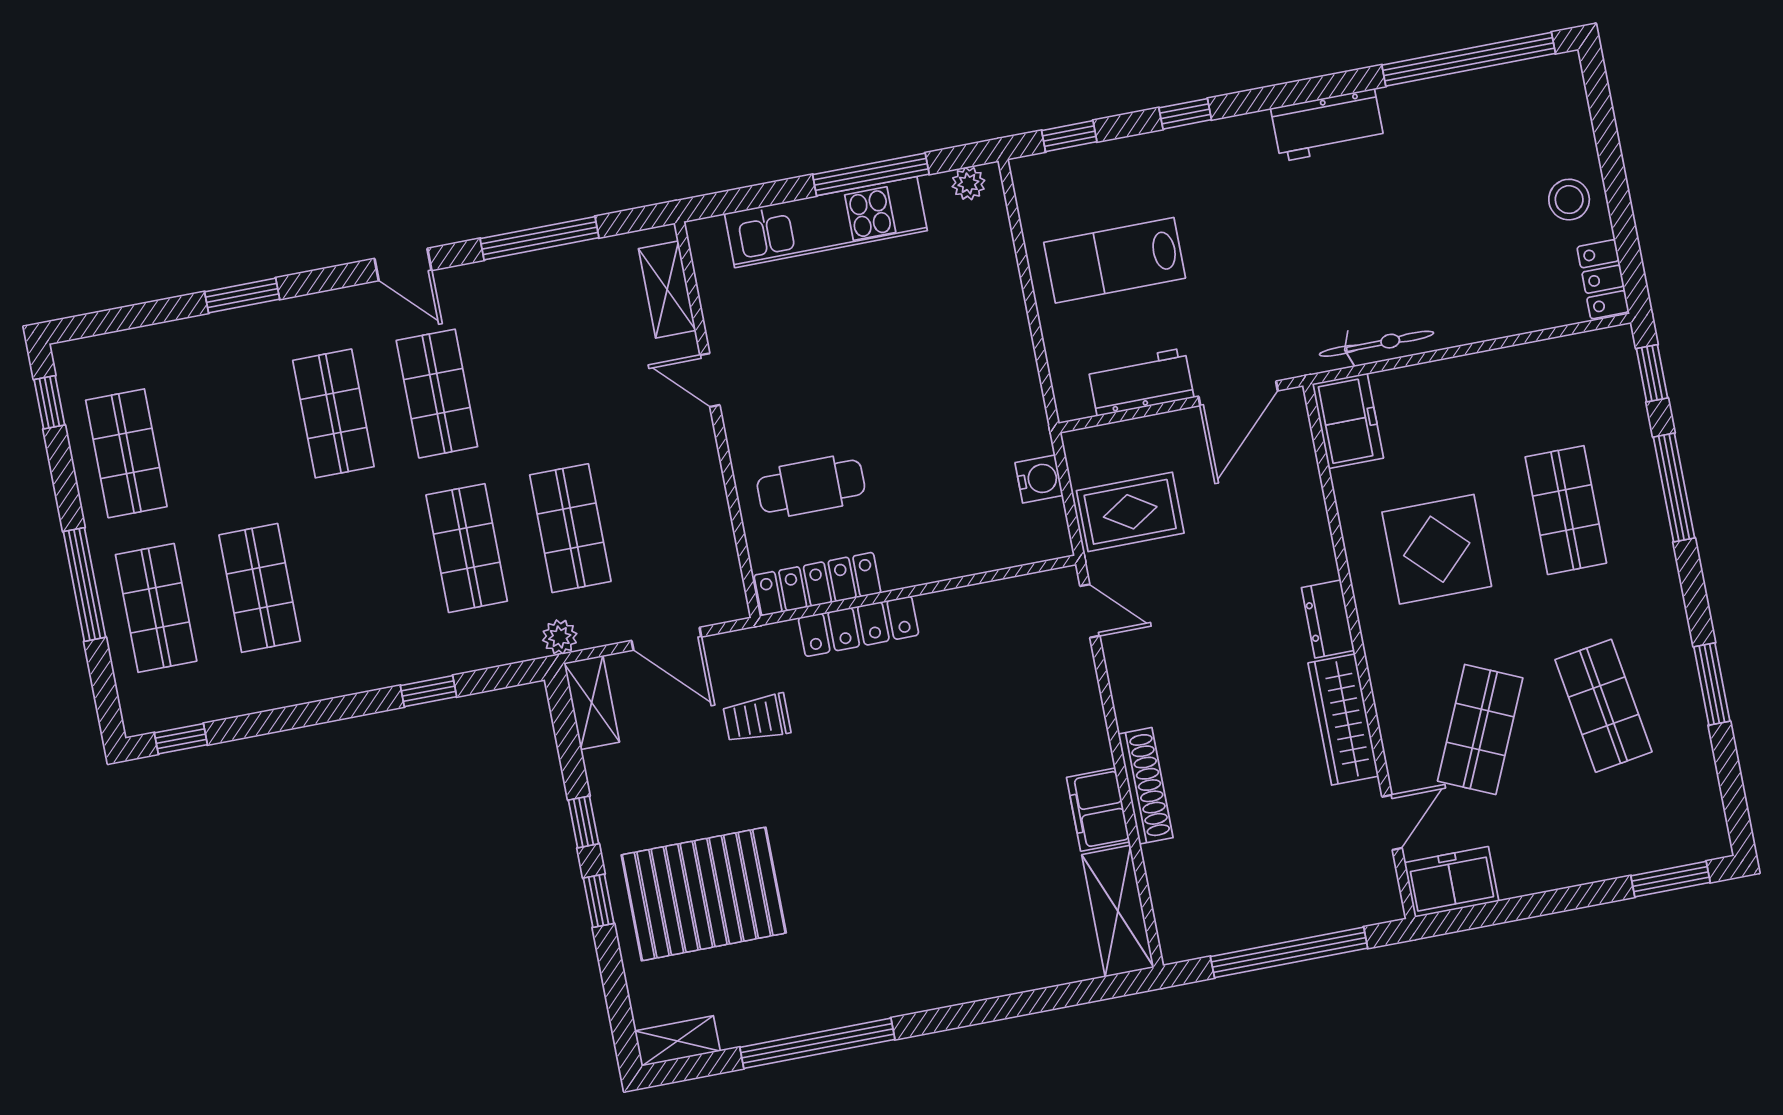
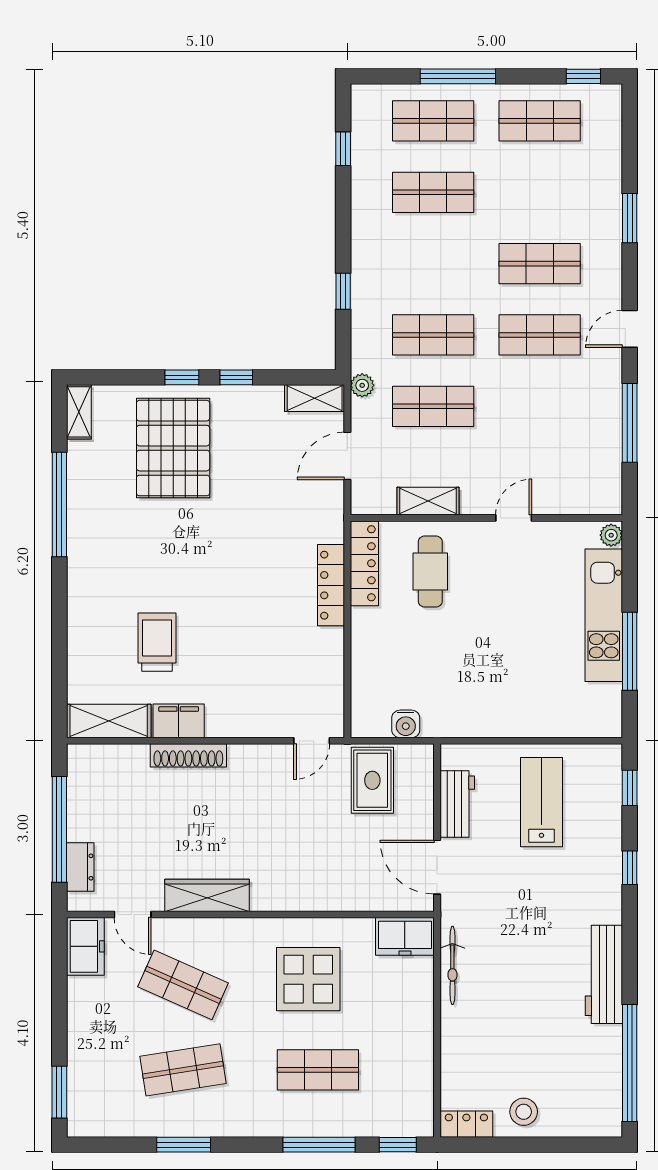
workbench: (1328, 125) -> (604, 974), width x1.38
plant: (968, 183) -> (611, 535), moved
shelving: (667, 289) -> (428, 501), moved
dresser: (1328, 619) -> (80, 867), moved, turned 90
trolley: (757, 718) -> (157, 642), moved, width x1.36, depth x1.39
window: (181, 739) -> (343, 149), moved

